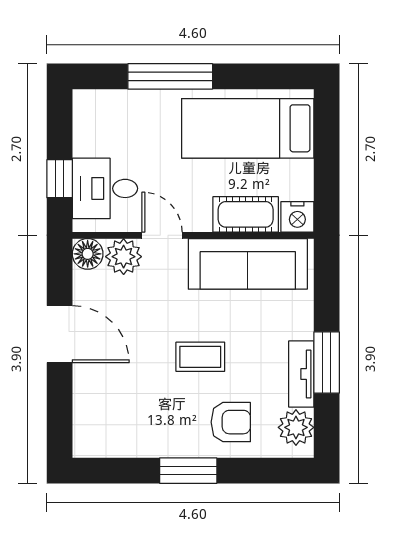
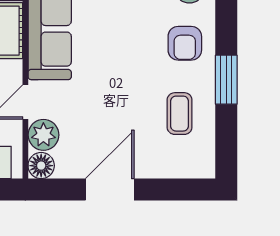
coffee table: (200, 357) -> (180, 114), moved
armchair: (231, 422) -> (185, 43), turned 180

